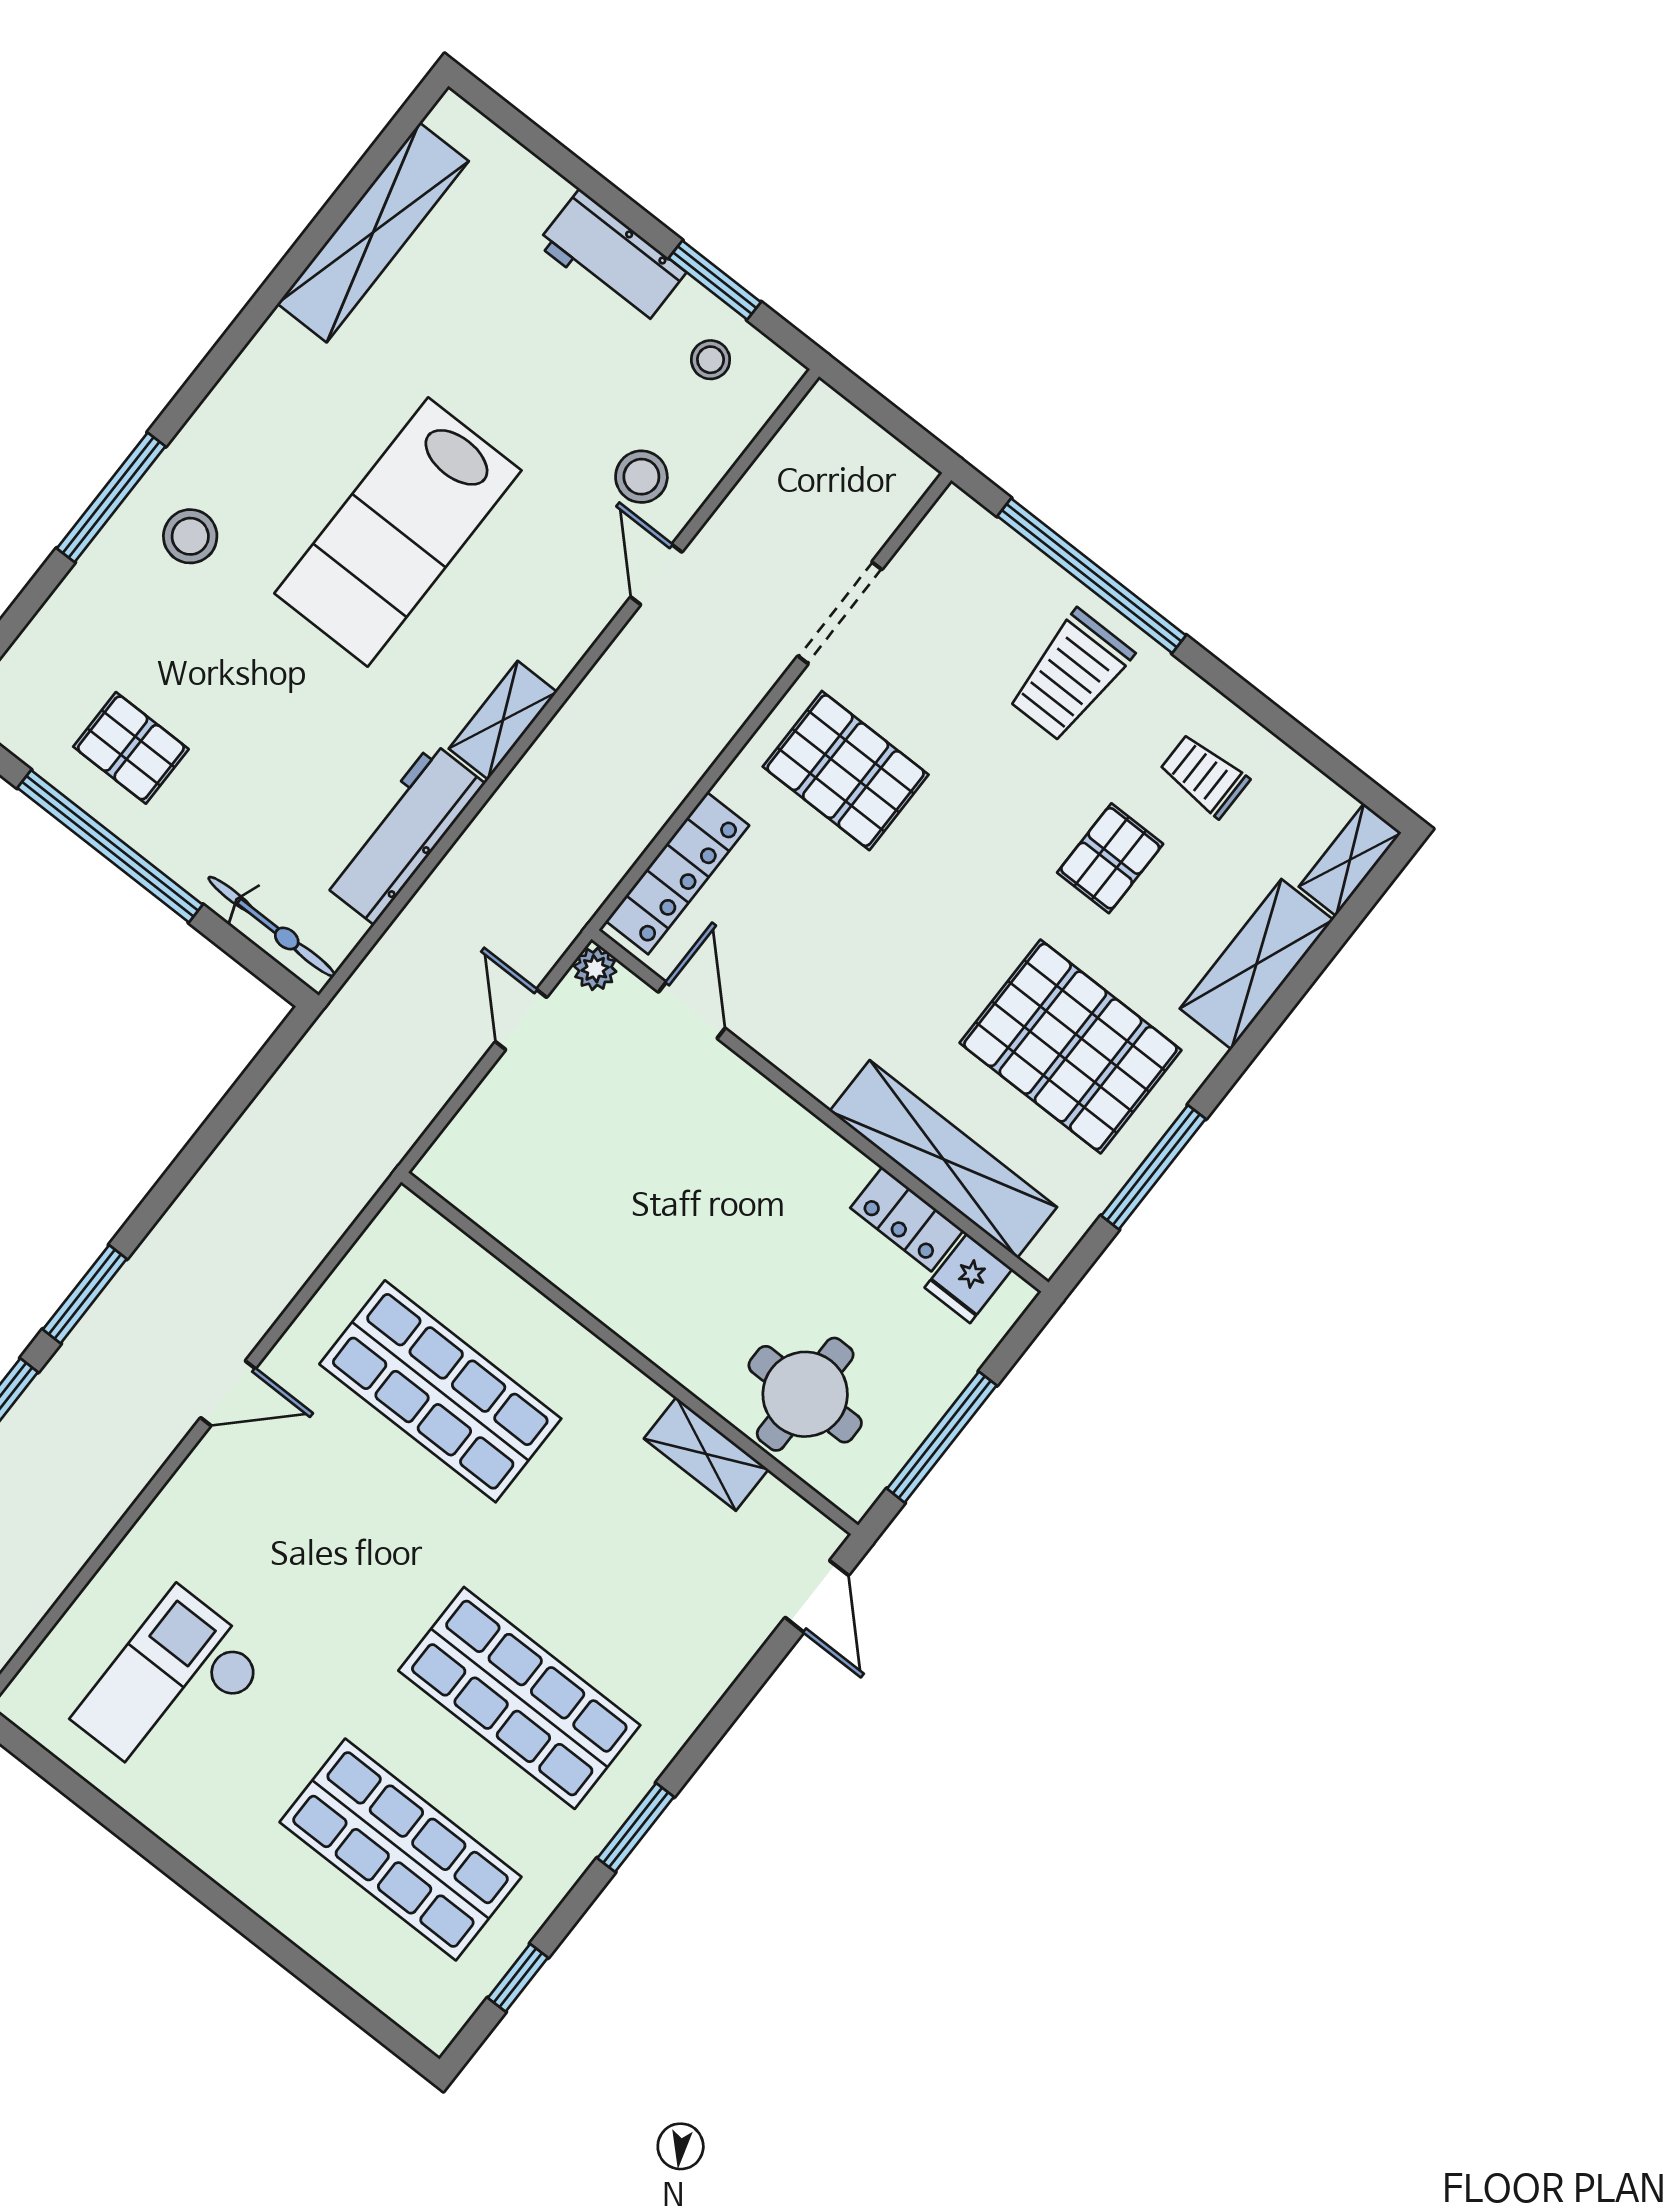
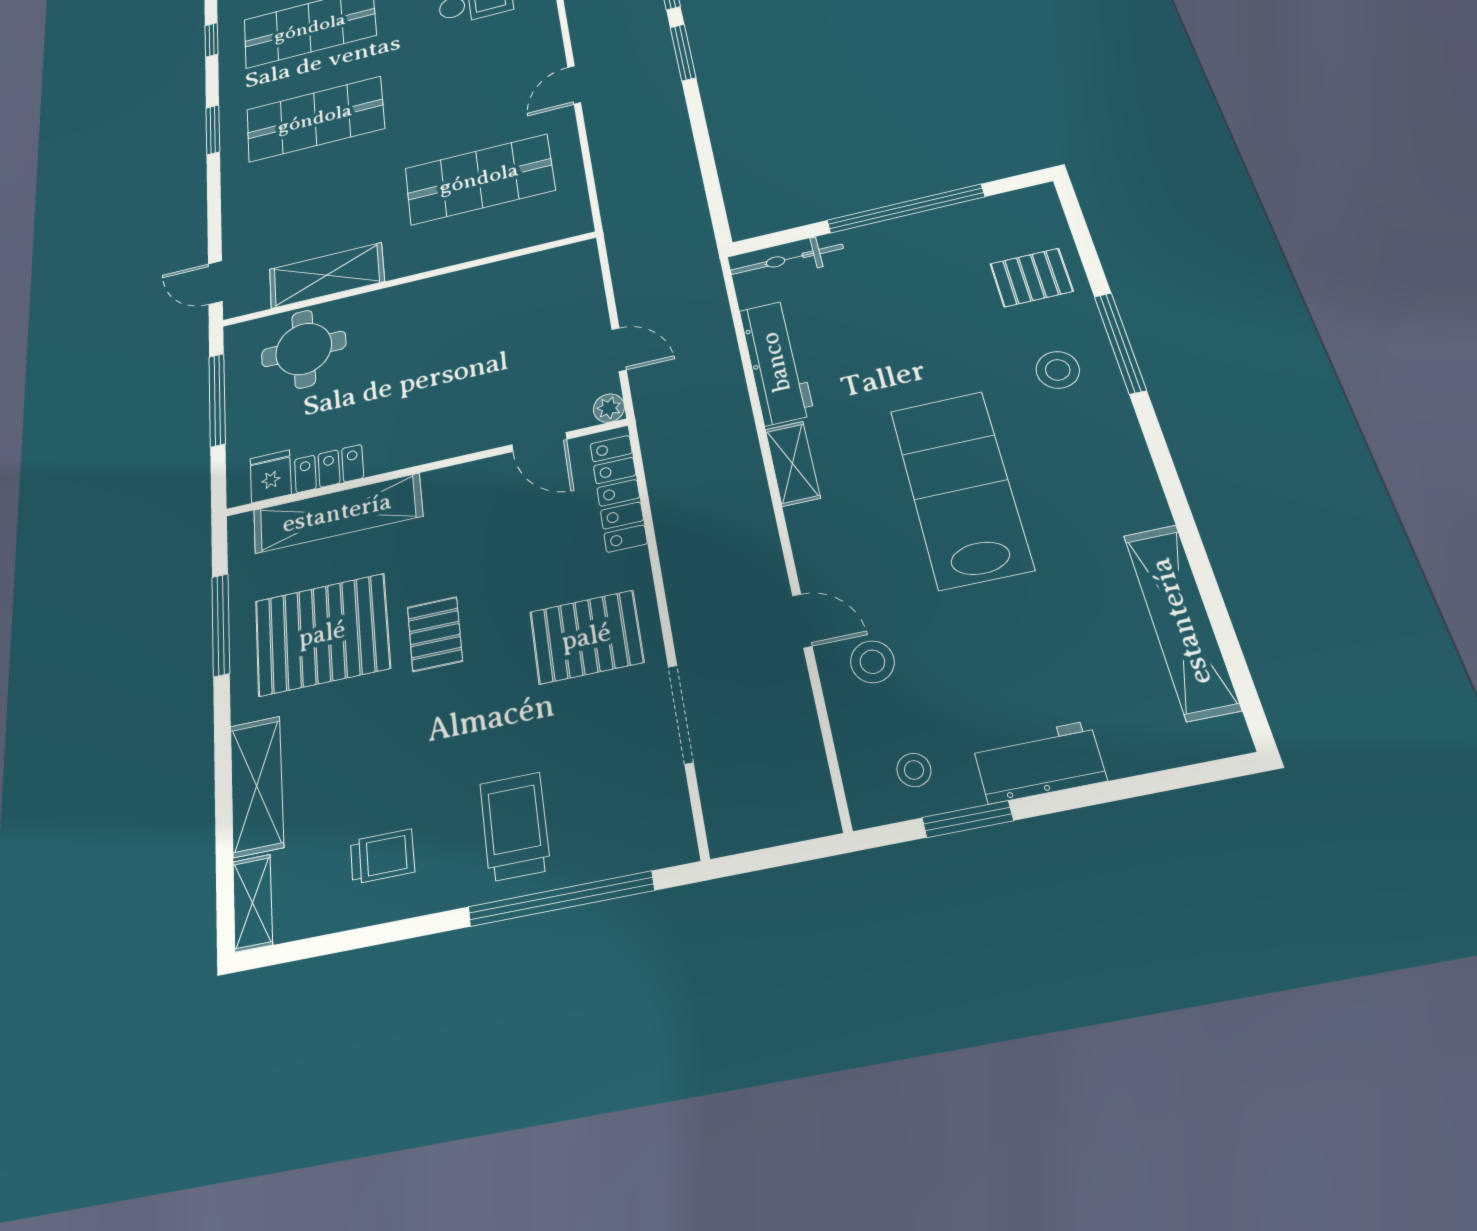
pallet: (131, 748) -> (1031, 278), moved
pallet: (1110, 858) -> (435, 634), moved
shelving: (706, 1454) -> (327, 275), width x1.50, depth x1.33

